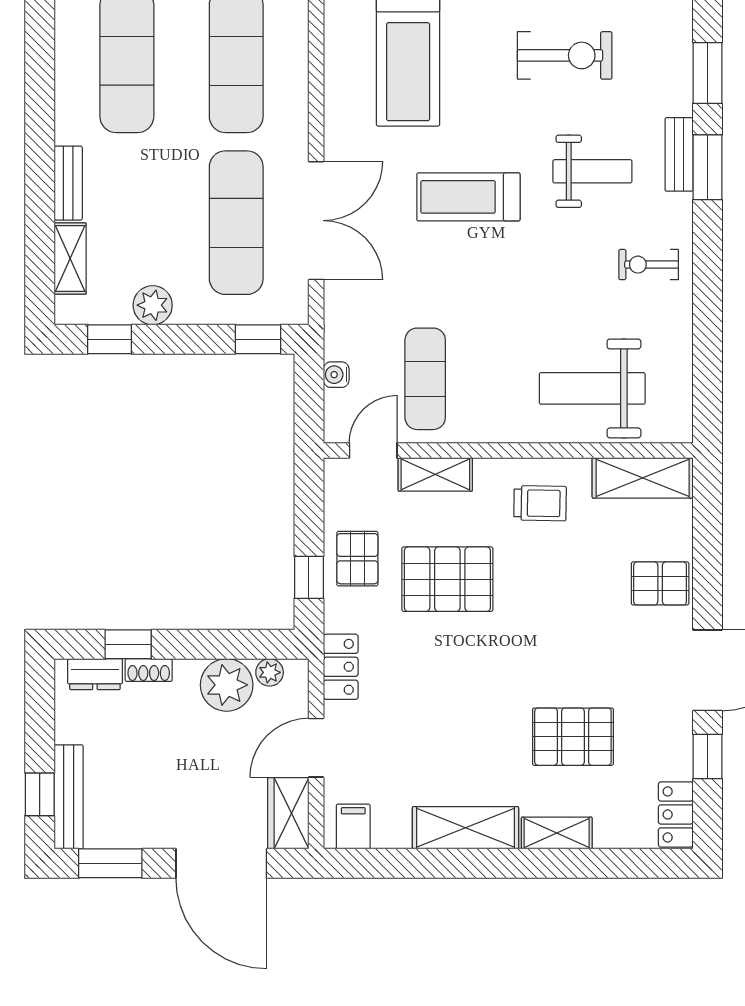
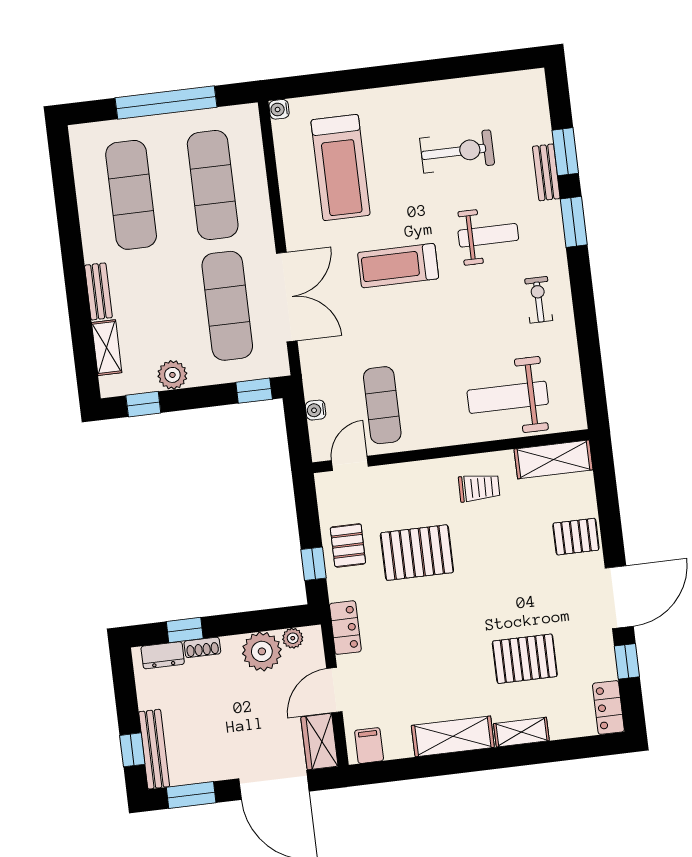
bench: (679, 154) -> (546, 172), moved
exercise bike: (649, 265) -> (539, 300), turned 90
shelving: (435, 474) -> (399, 476), removed

